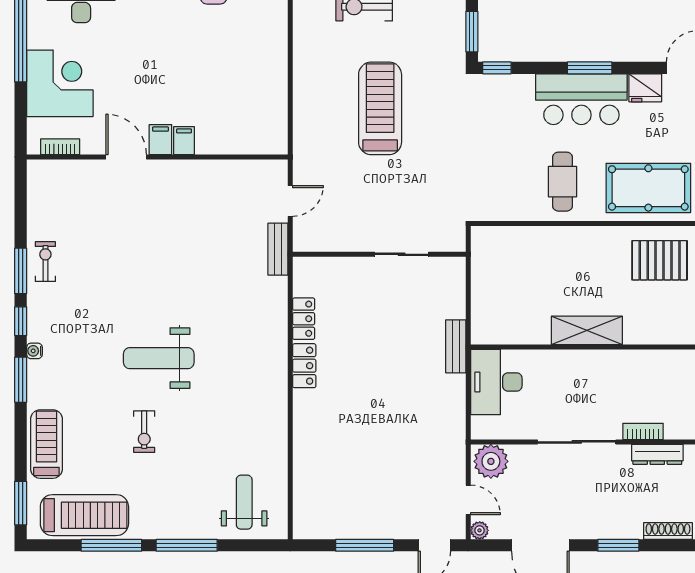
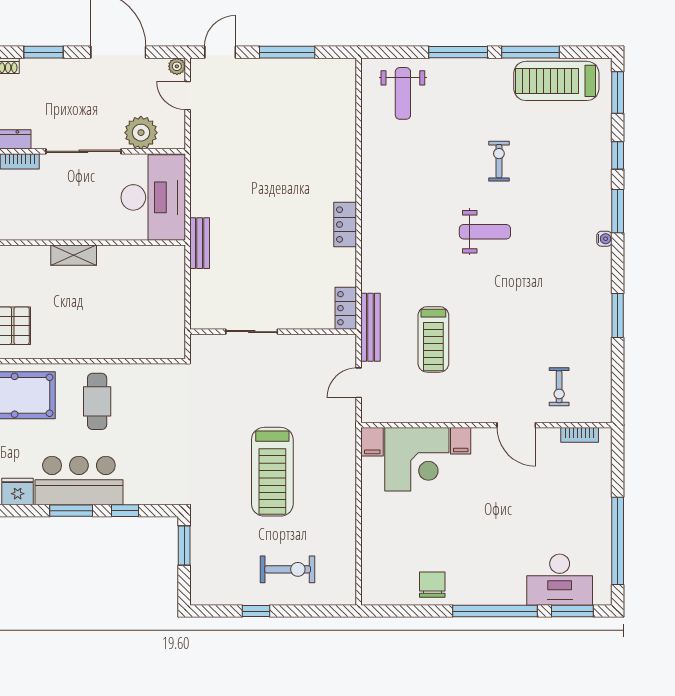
window: (497, 68) -> (125, 511), moved
corner desk: (60, 83) -> (417, 459), moved, turned -90
filing cabinet: (160, 140) -> (372, 442), moved
bench: (278, 249) -> (371, 327), width x1.36
exercise bike: (45, 262) -> (559, 387), moved
locker: (304, 319) -> (346, 308), moved
window: (21, 321) -> (618, 155), moved
shelving: (587, 330) -> (74, 255), width x0.67, depth x0.75
weight bench: (159, 358) -> (485, 232), width x0.73, depth x0.75
desk: (496, 382) -> (153, 197), width x1.36, depth x1.30
treadmill: (46, 444) -> (433, 339), moved
plant: (491, 461) -> (141, 133), moved

